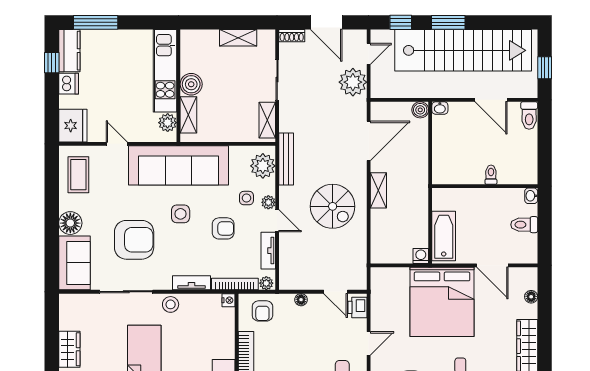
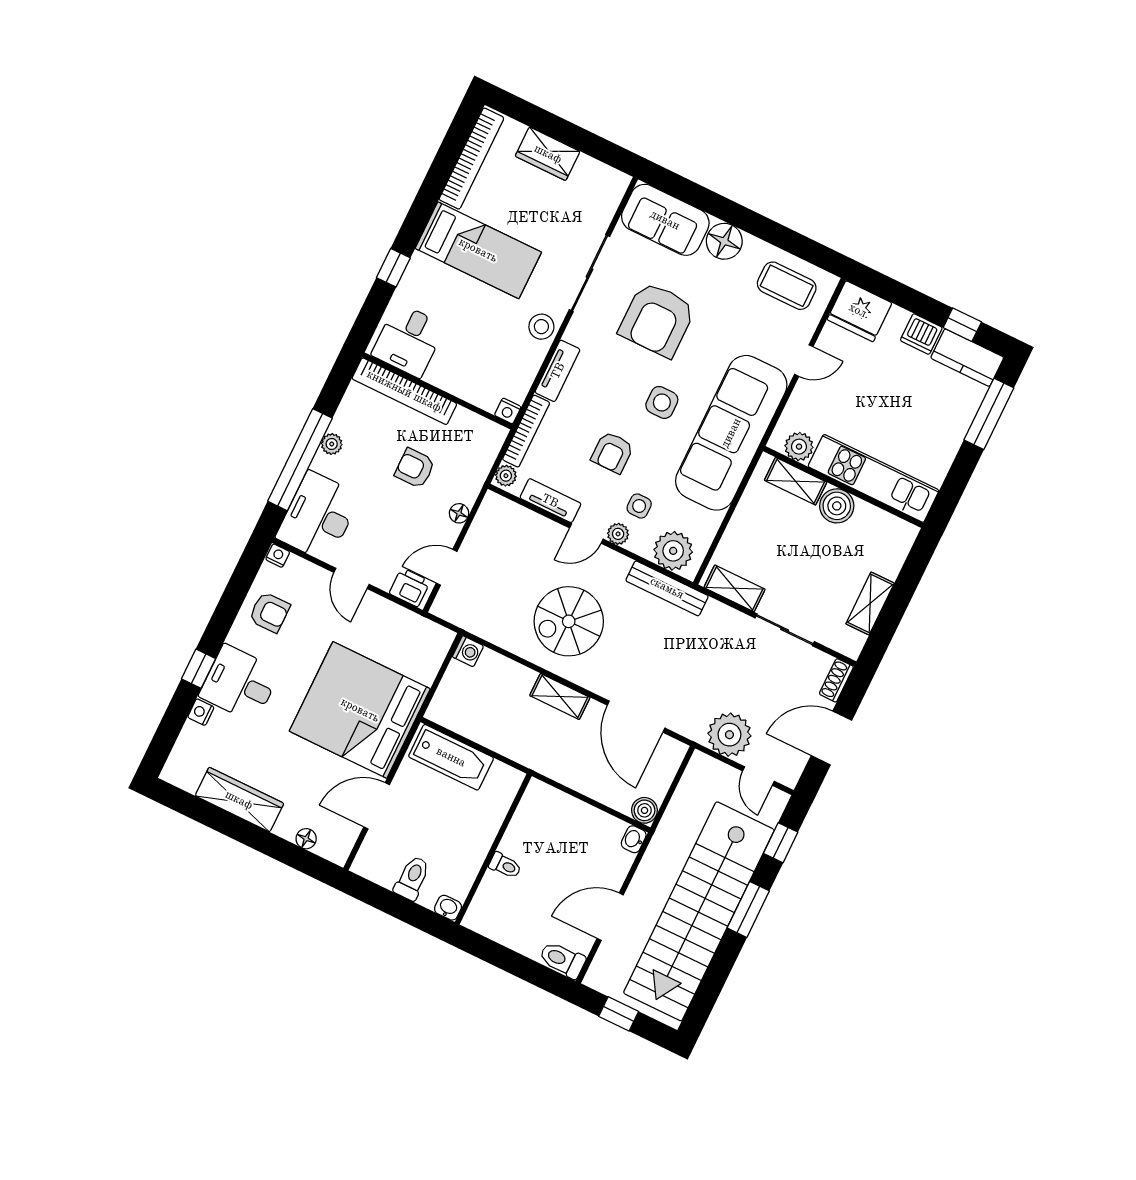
washing machine: (421, 256) -> (468, 651), moved
armchair: (262, 311) -> (415, 468), moved

